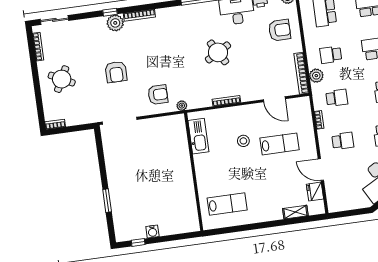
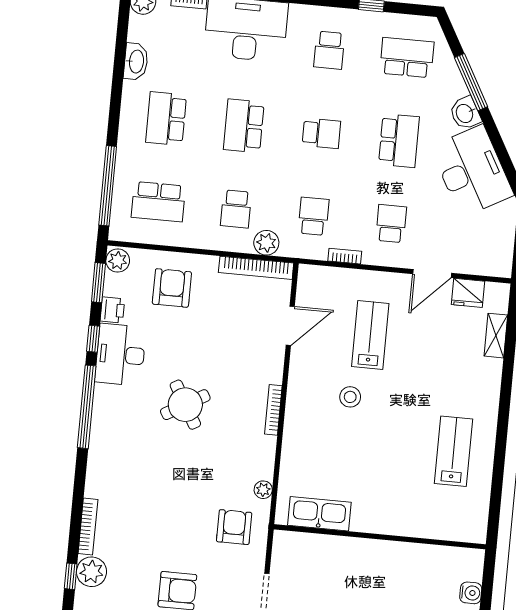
kitchen sink: (198, 136) -> (319, 514), moved
wall: (194, 172) -> (380, 537), moved

